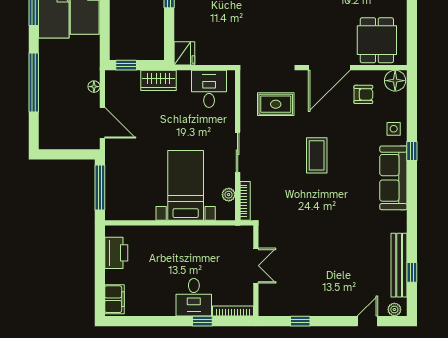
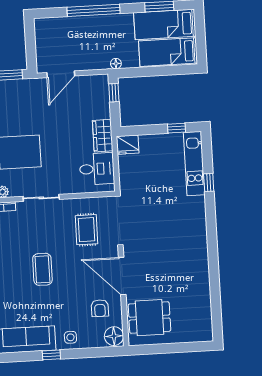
wardrobe: (158, 80) -> (103, 136), moved
floor lamp: (94, 87) -> (116, 64), moved
coffee table: (317, 155) -> (42, 269), turned 90

